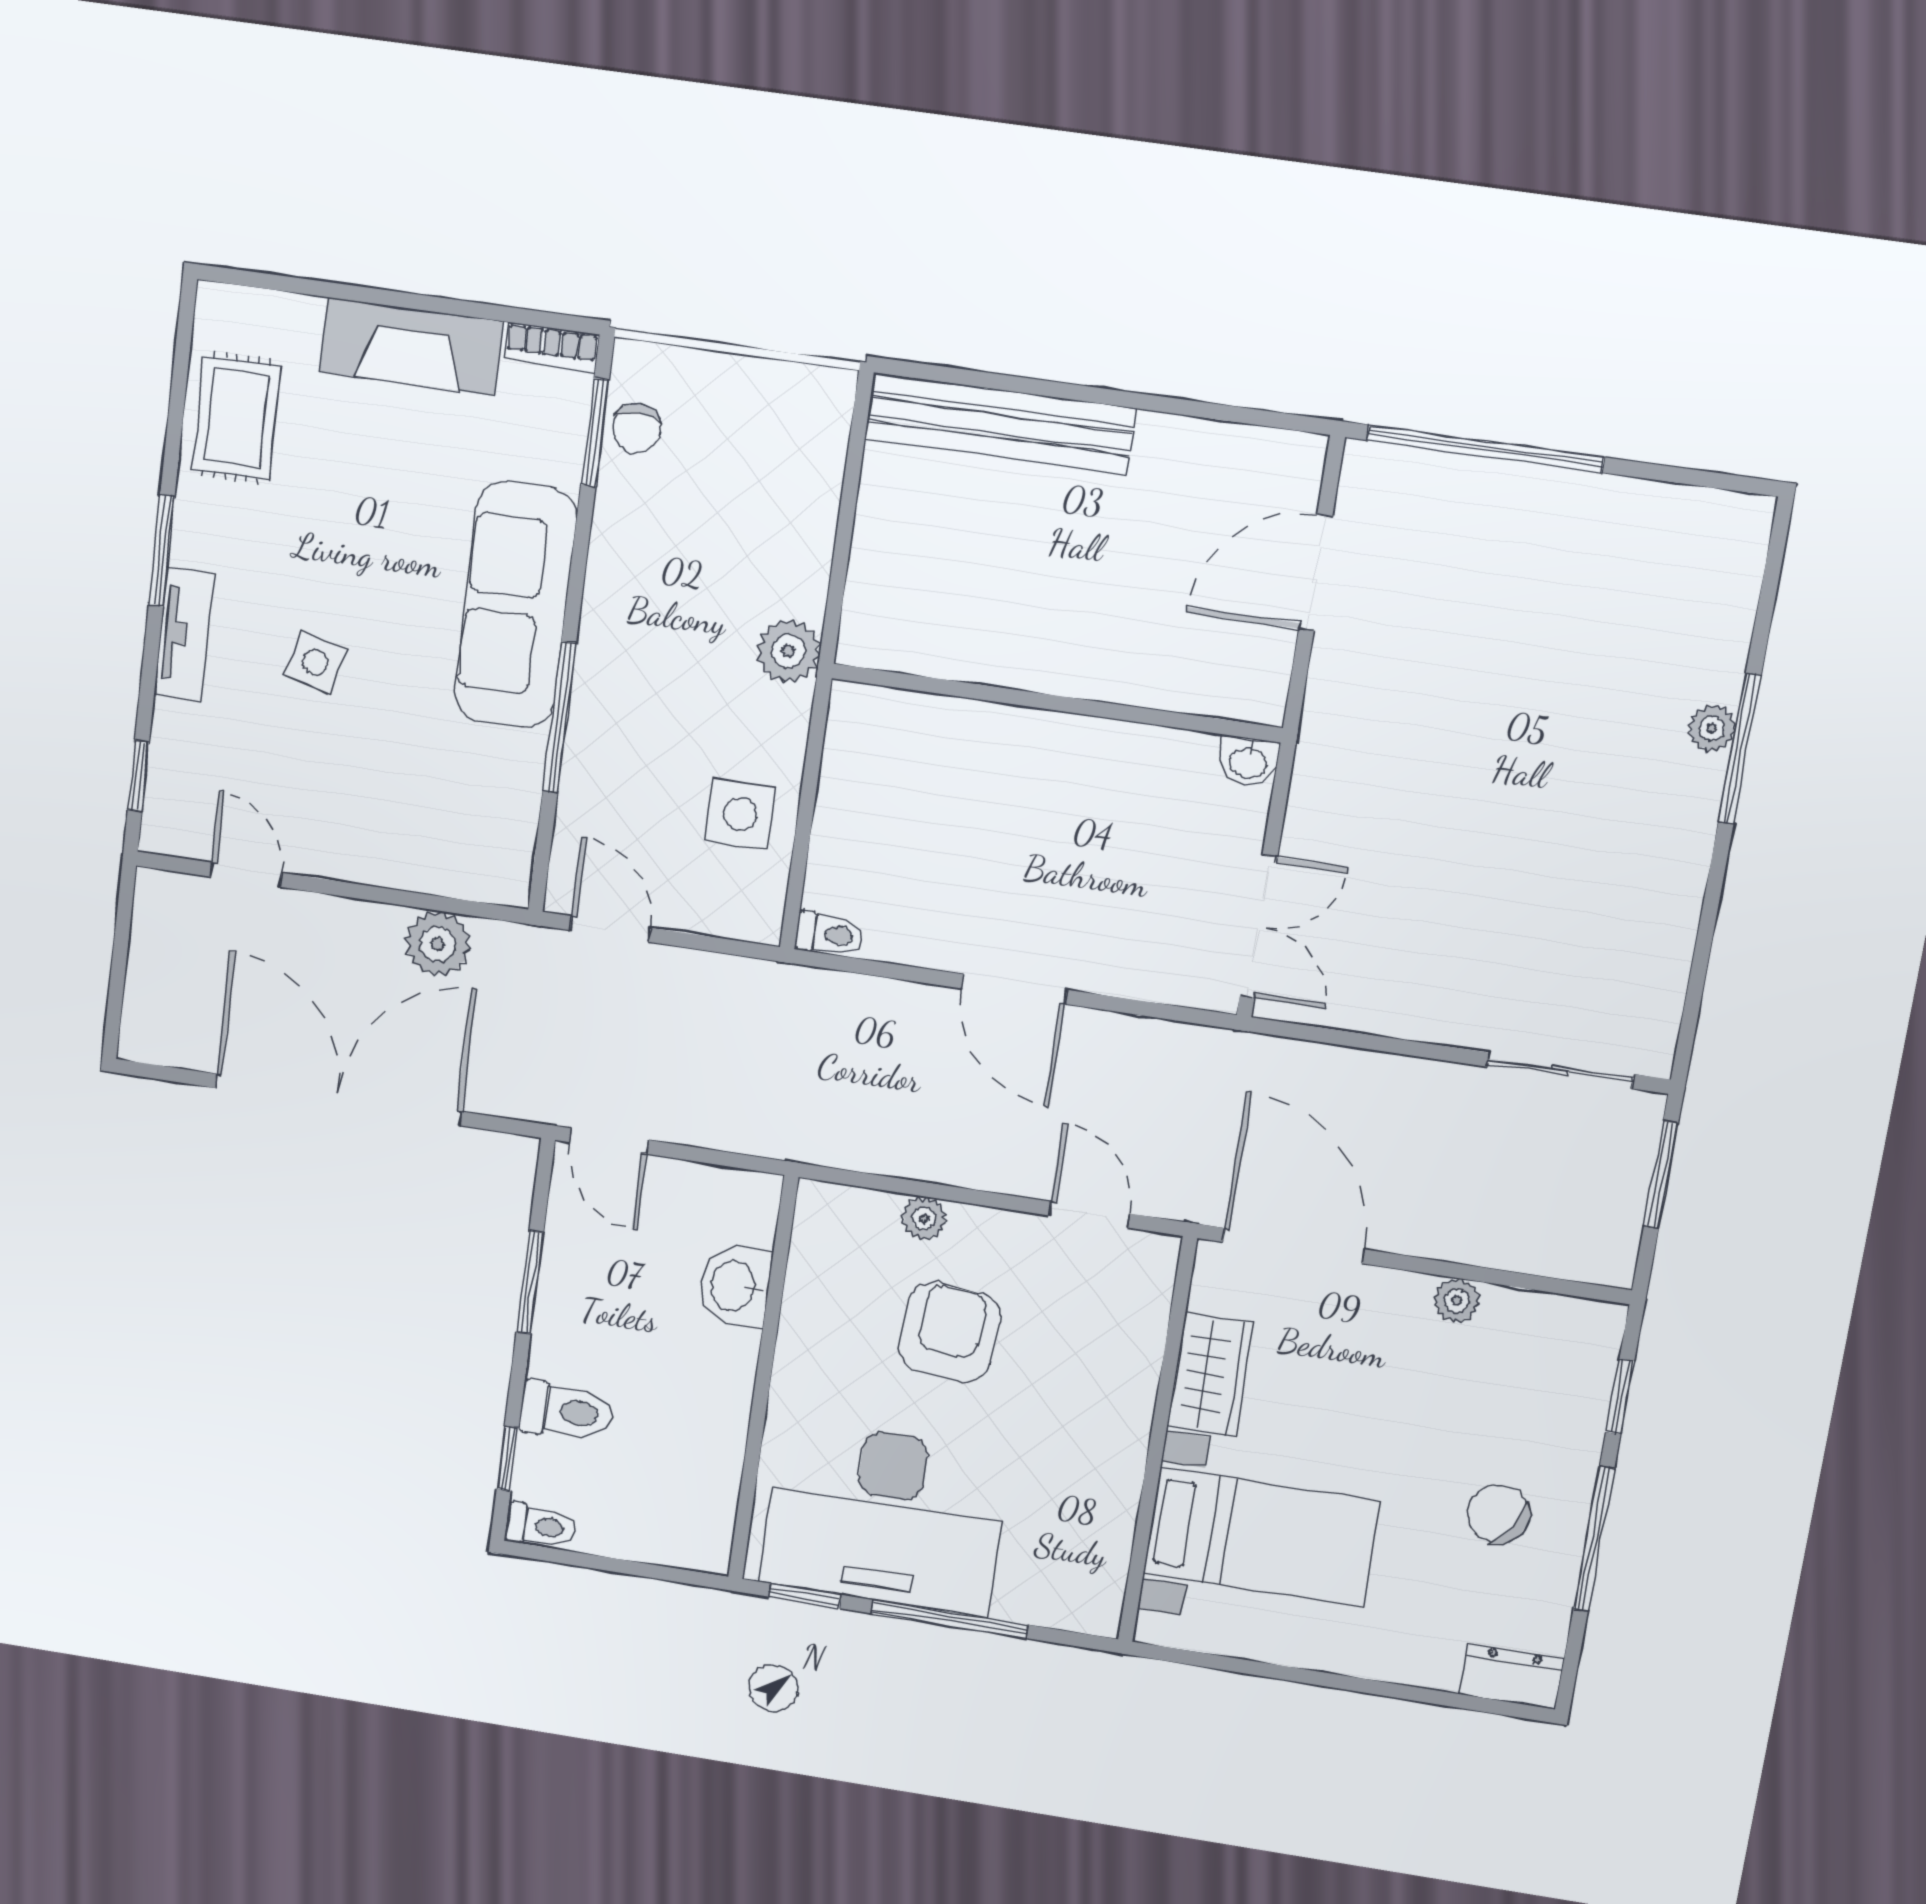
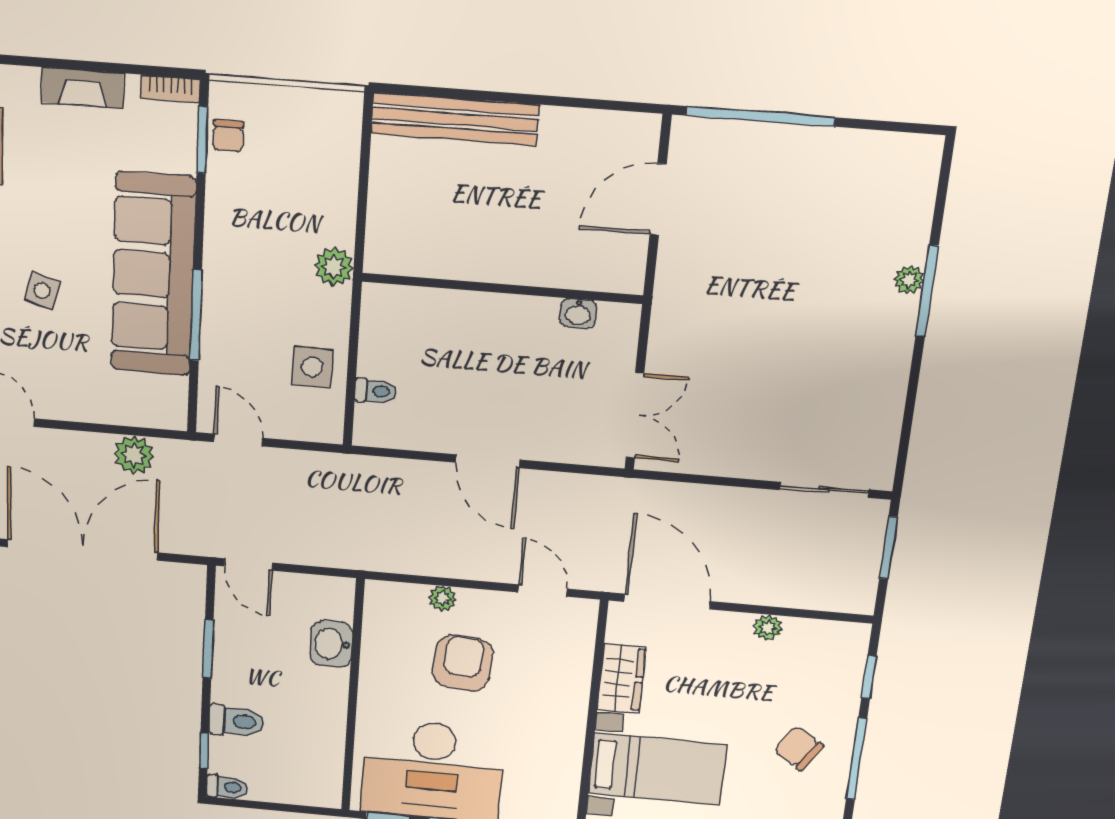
fireplace: (411, 346) -> (83, 88), width x0.73, depth x0.76
sofa: (515, 605) -> (153, 275), width x1.36, depth x1.27
washbasin: (1248, 762) -> (578, 313), moved
toilet: (830, 934) -> (375, 391), moved

